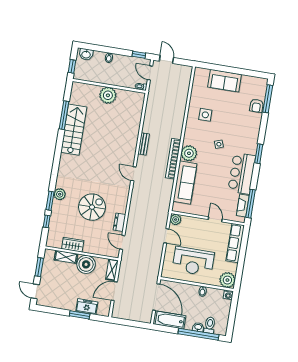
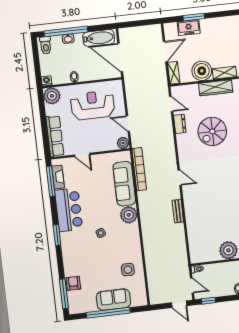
window: (233, 70) -> (108, 313), added
side table: (205, 115) -> (128, 270), moved
bookcase: (173, 159) -> (139, 169), moved
wardrobe: (73, 245) -> (216, 88), width x1.50
toilet: (210, 325) -> (46, 45), moved

